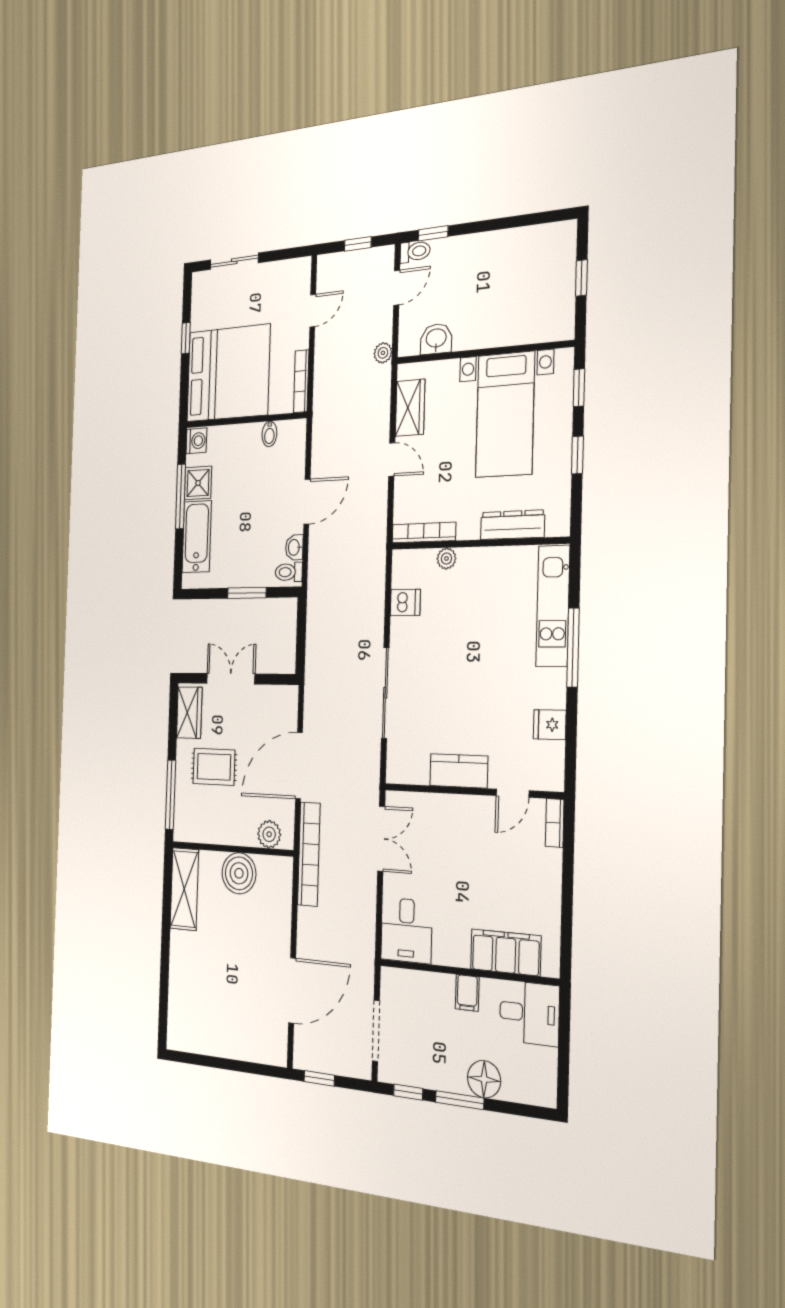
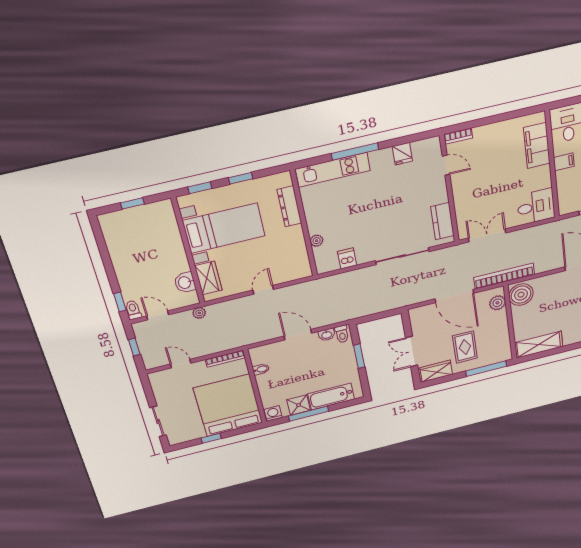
wardrobe: (410, 408) -> (208, 278), moved, turned 90
bookcase: (424, 532) -> (303, 258), removed
kitchen counter: (459, 771) -> (442, 221), moved
boiler: (239, 873) -> (521, 295), moved

